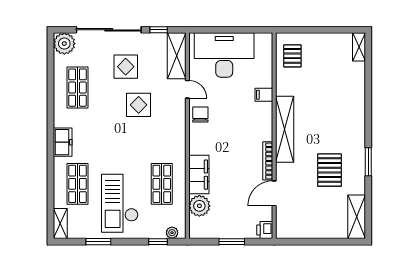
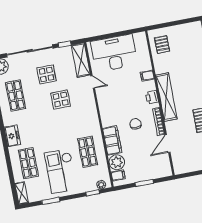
chair: (200, 115) -> (136, 124), moved
filing cabinet: (198, 224) -> (118, 175), added
printer: (265, 230) -> (152, 97), moved

